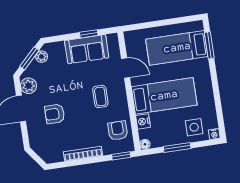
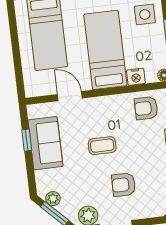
door: (126, 68) -> (70, 96), hinge flipped
coffee table: (100, 96) -> (102, 146), moved
armchair: (55, 114) -> (124, 185), turned 90

